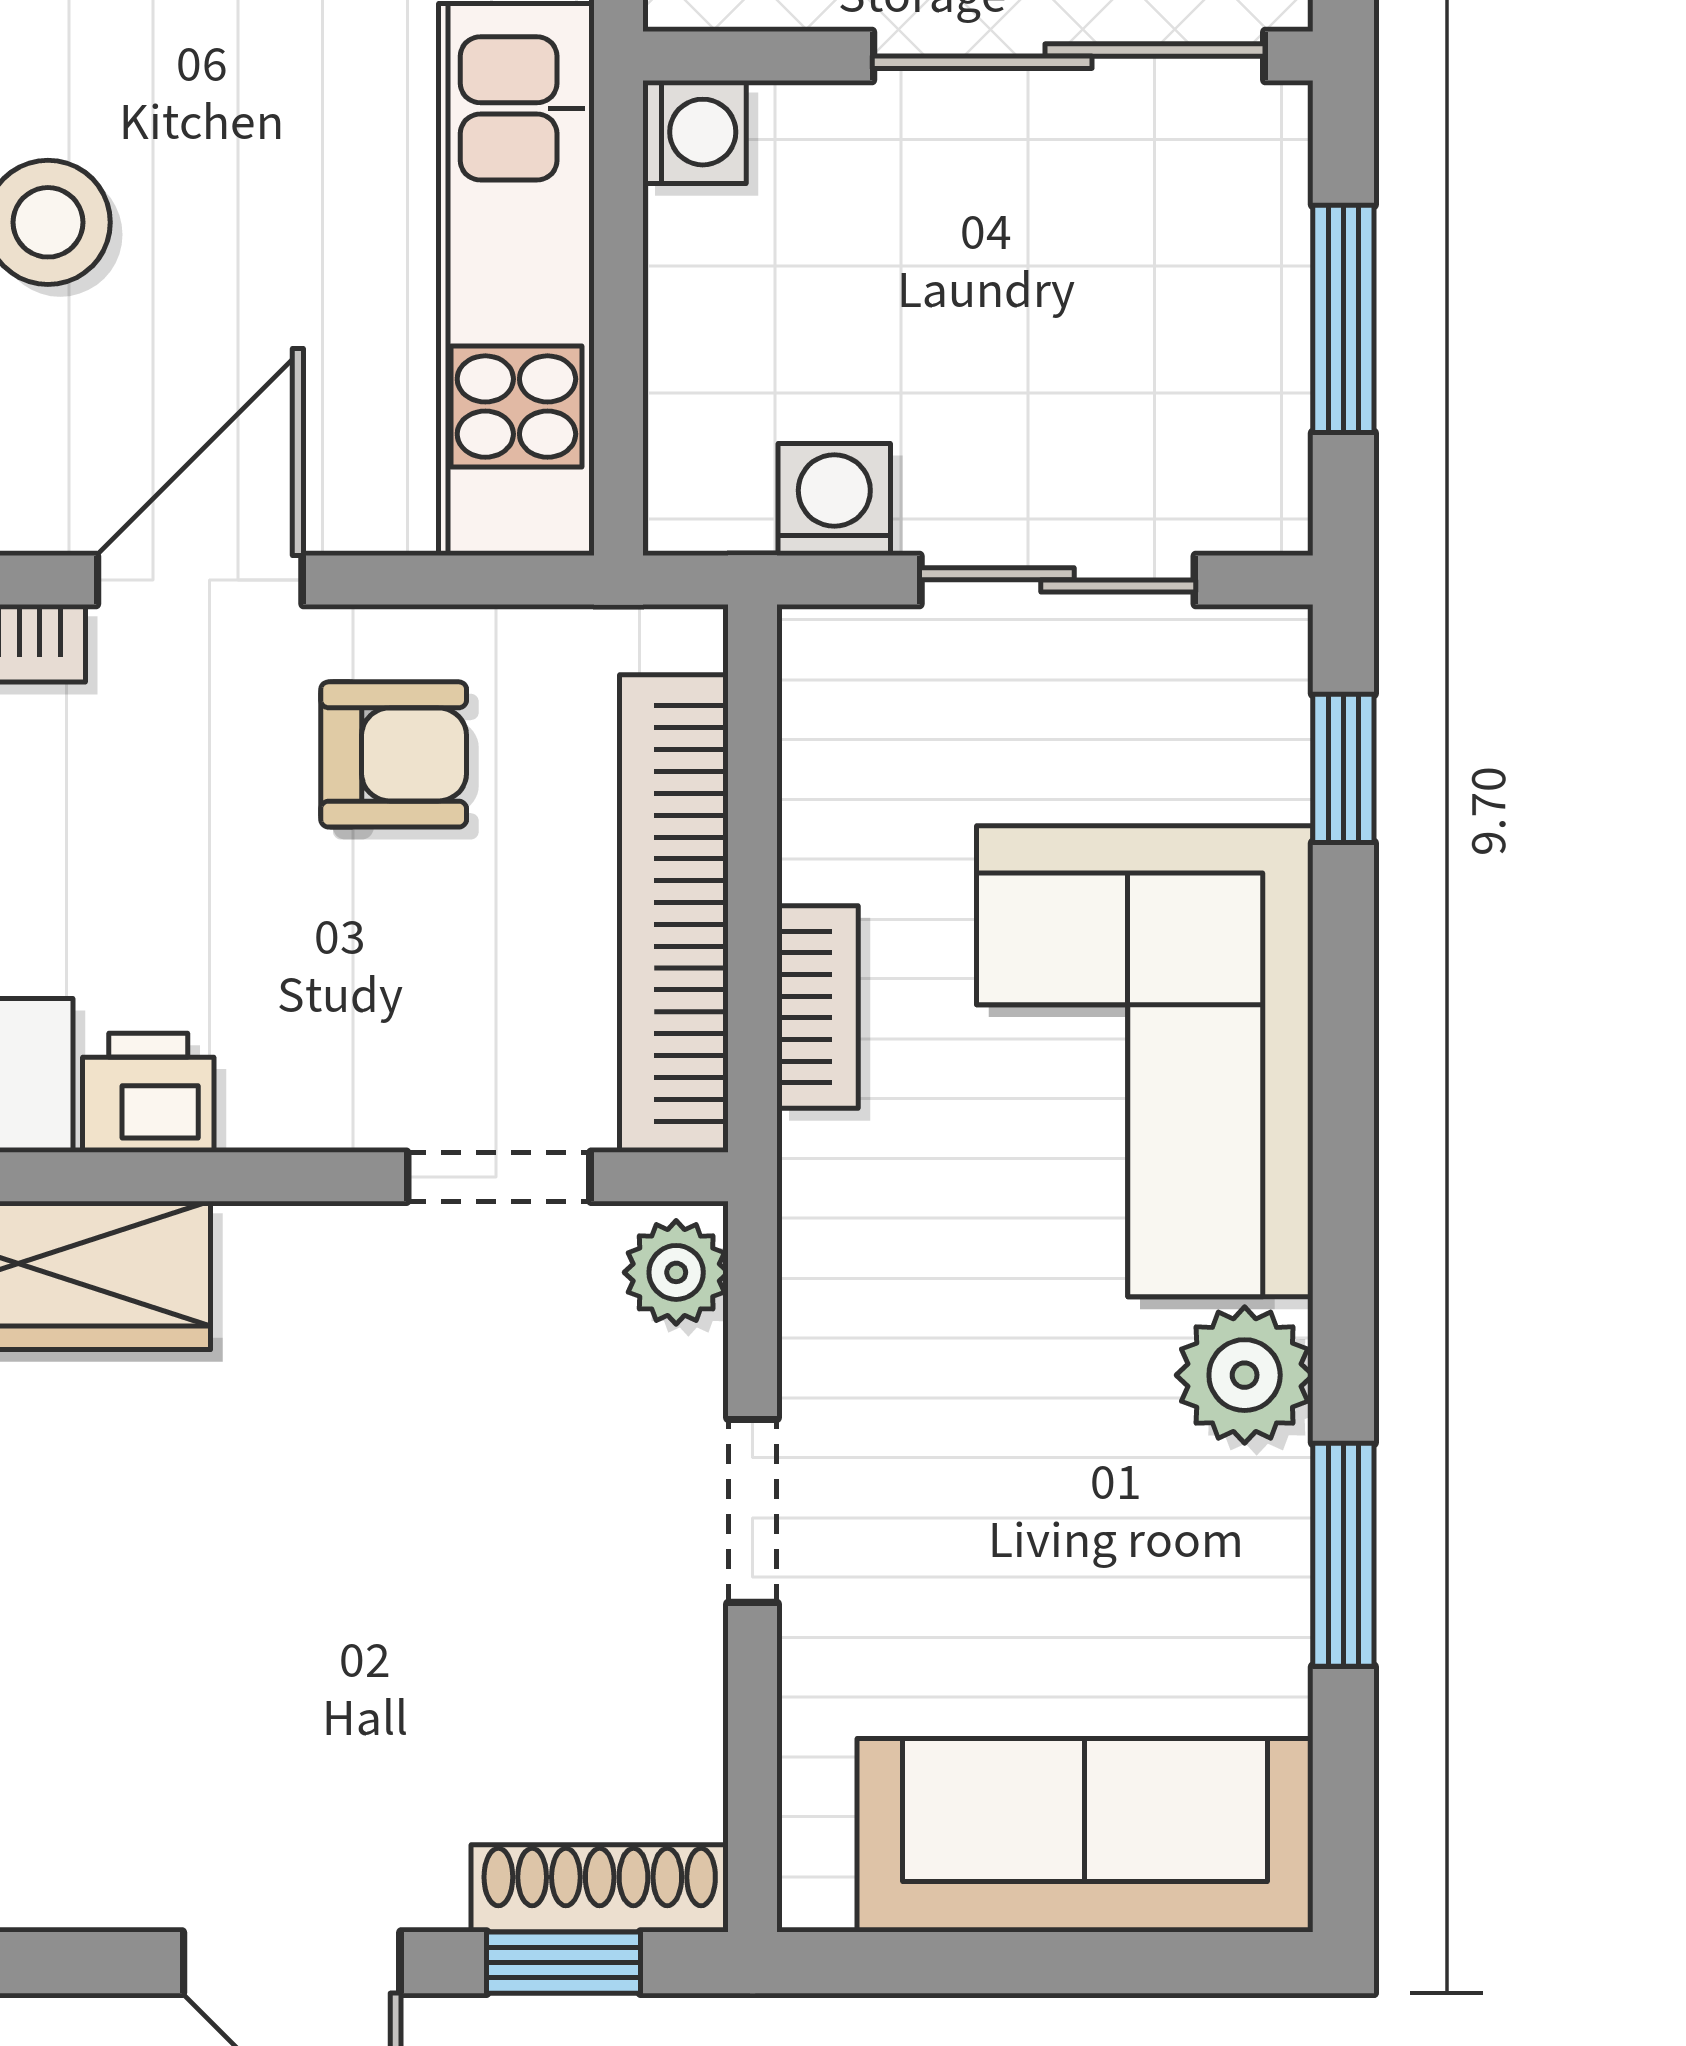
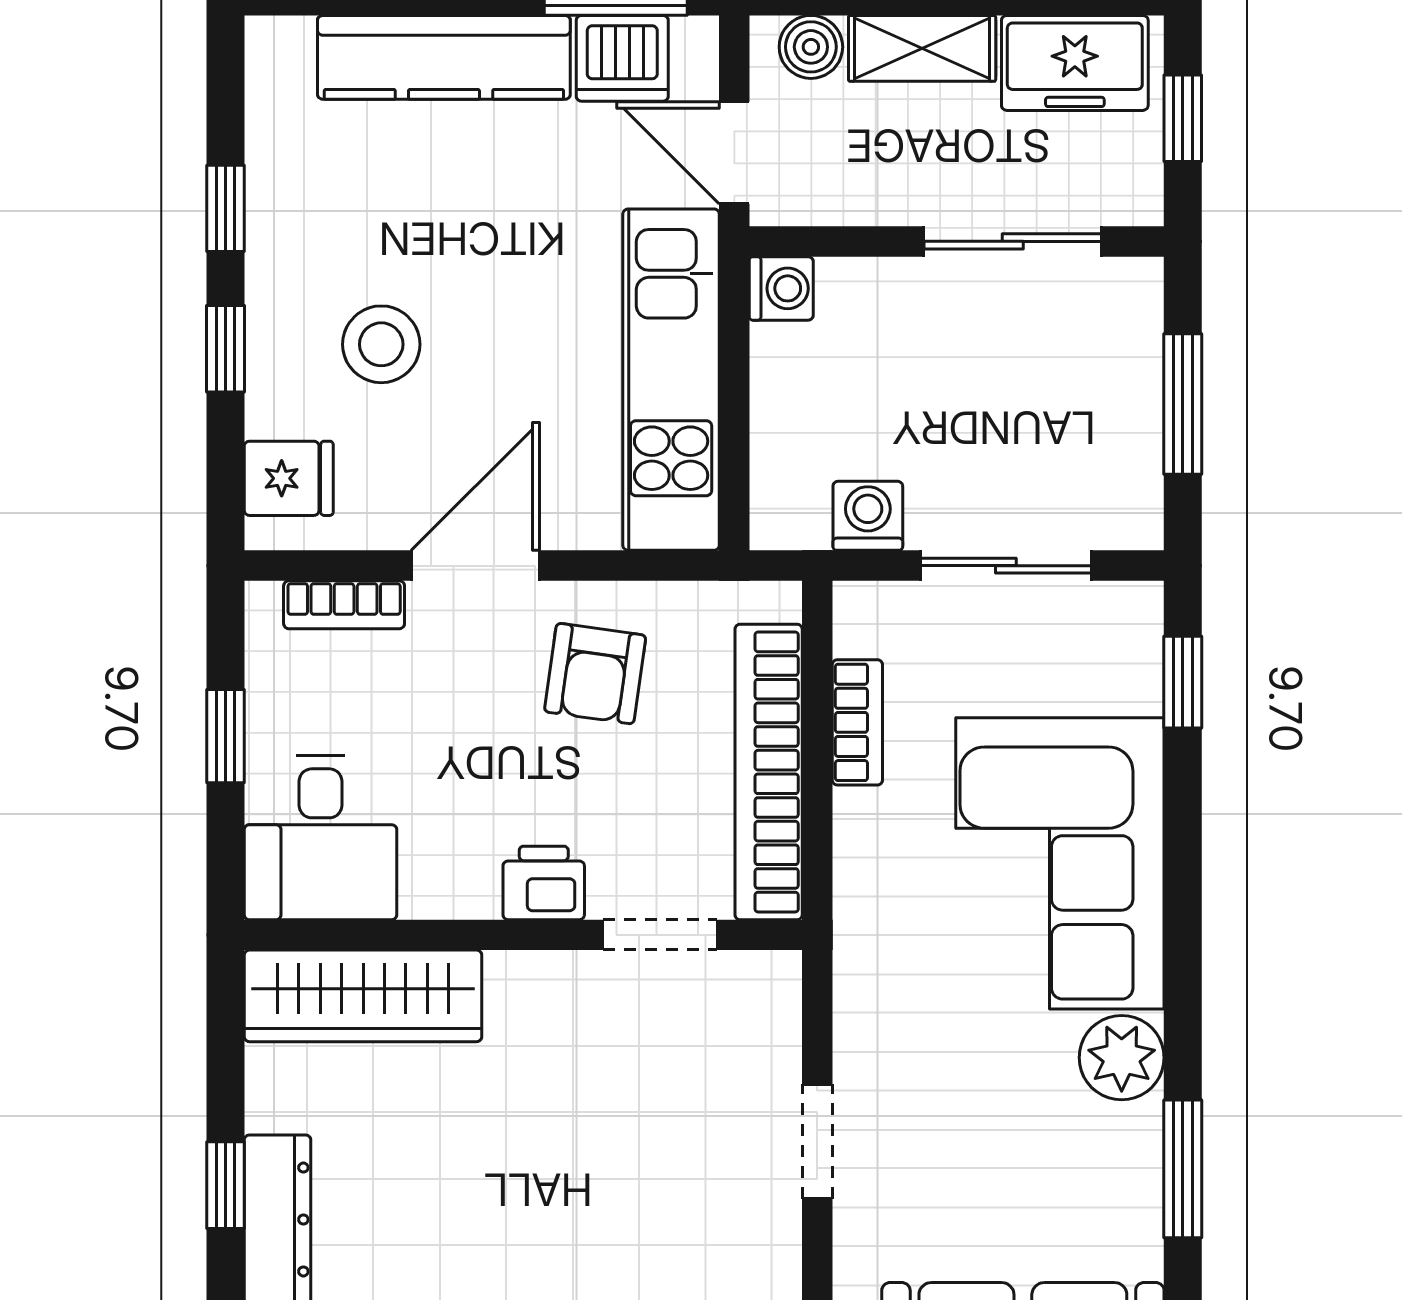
sliding door: (1069, 56) -> (1013, 241), width x0.73
armchair: (394, 754) -> (595, 674), turned 98
bookcase: (817, 1007) -> (857, 722), moved
printer: (148, 1093) -> (544, 883), moved
plant: (676, 1272) -> (770, 994), removed

